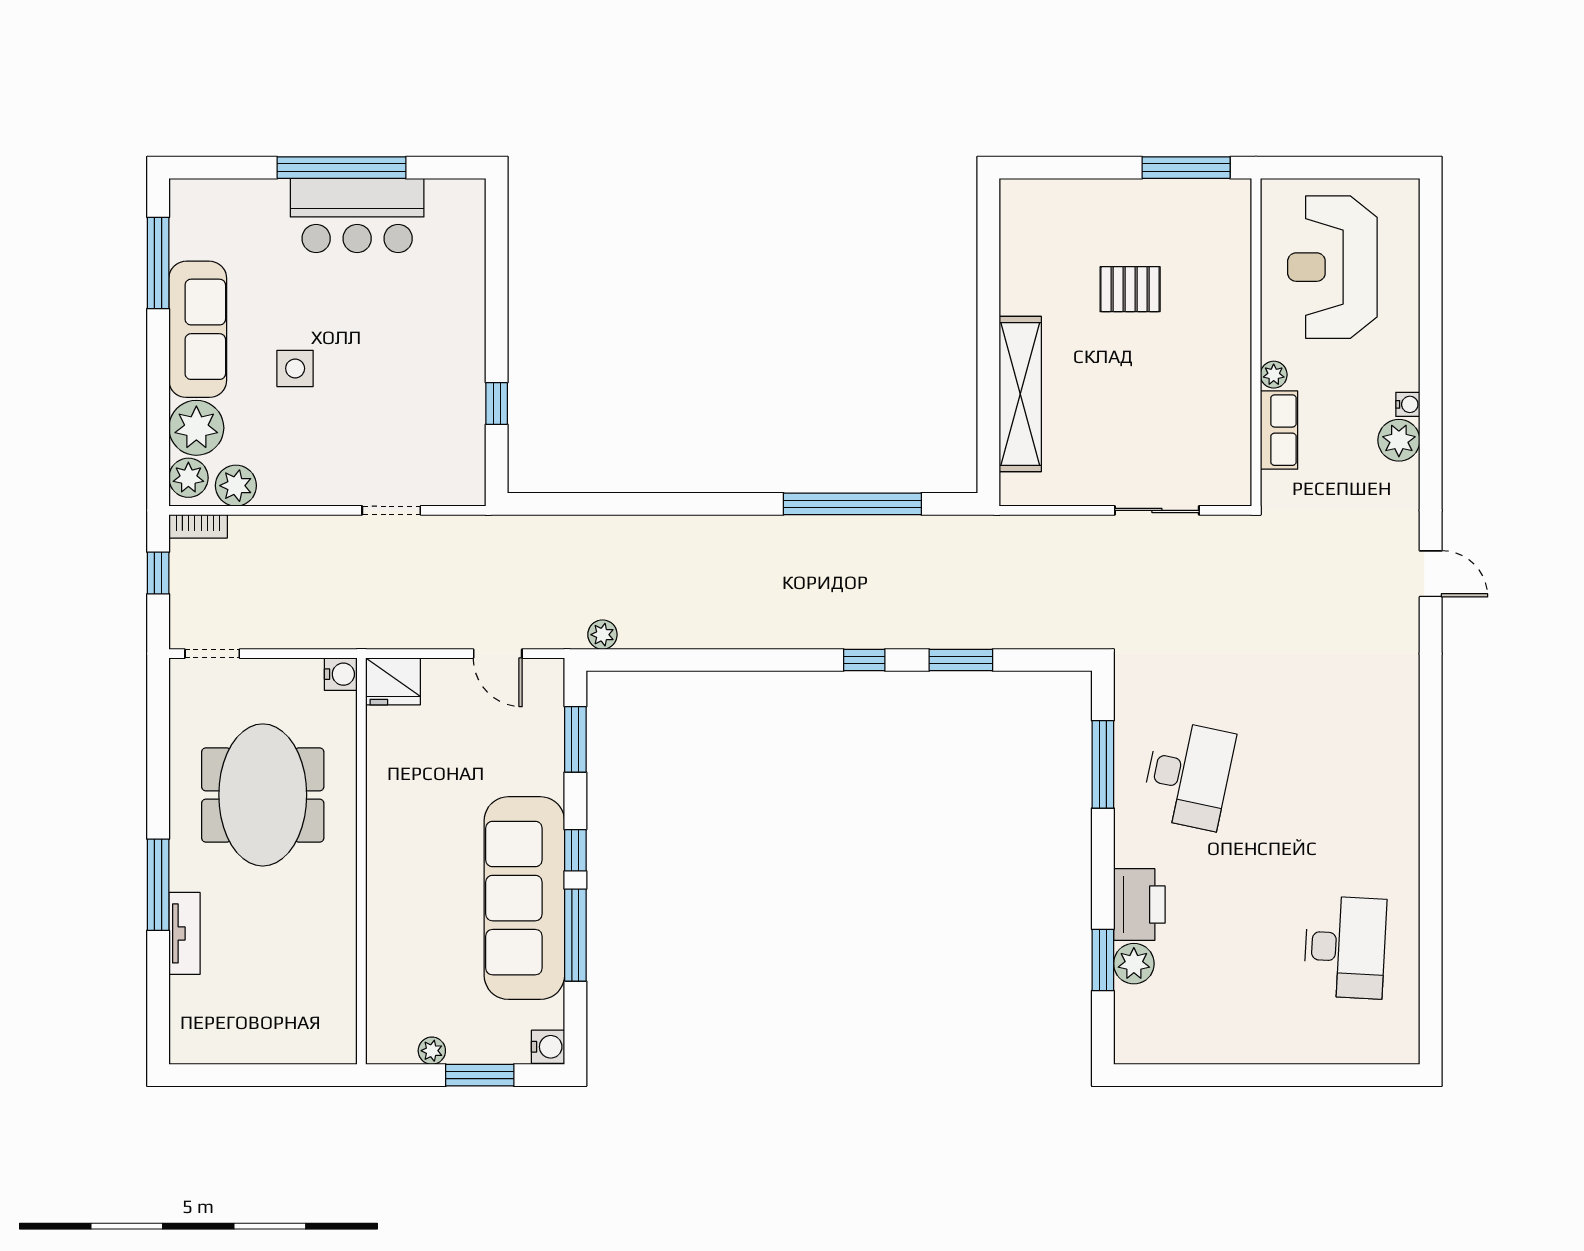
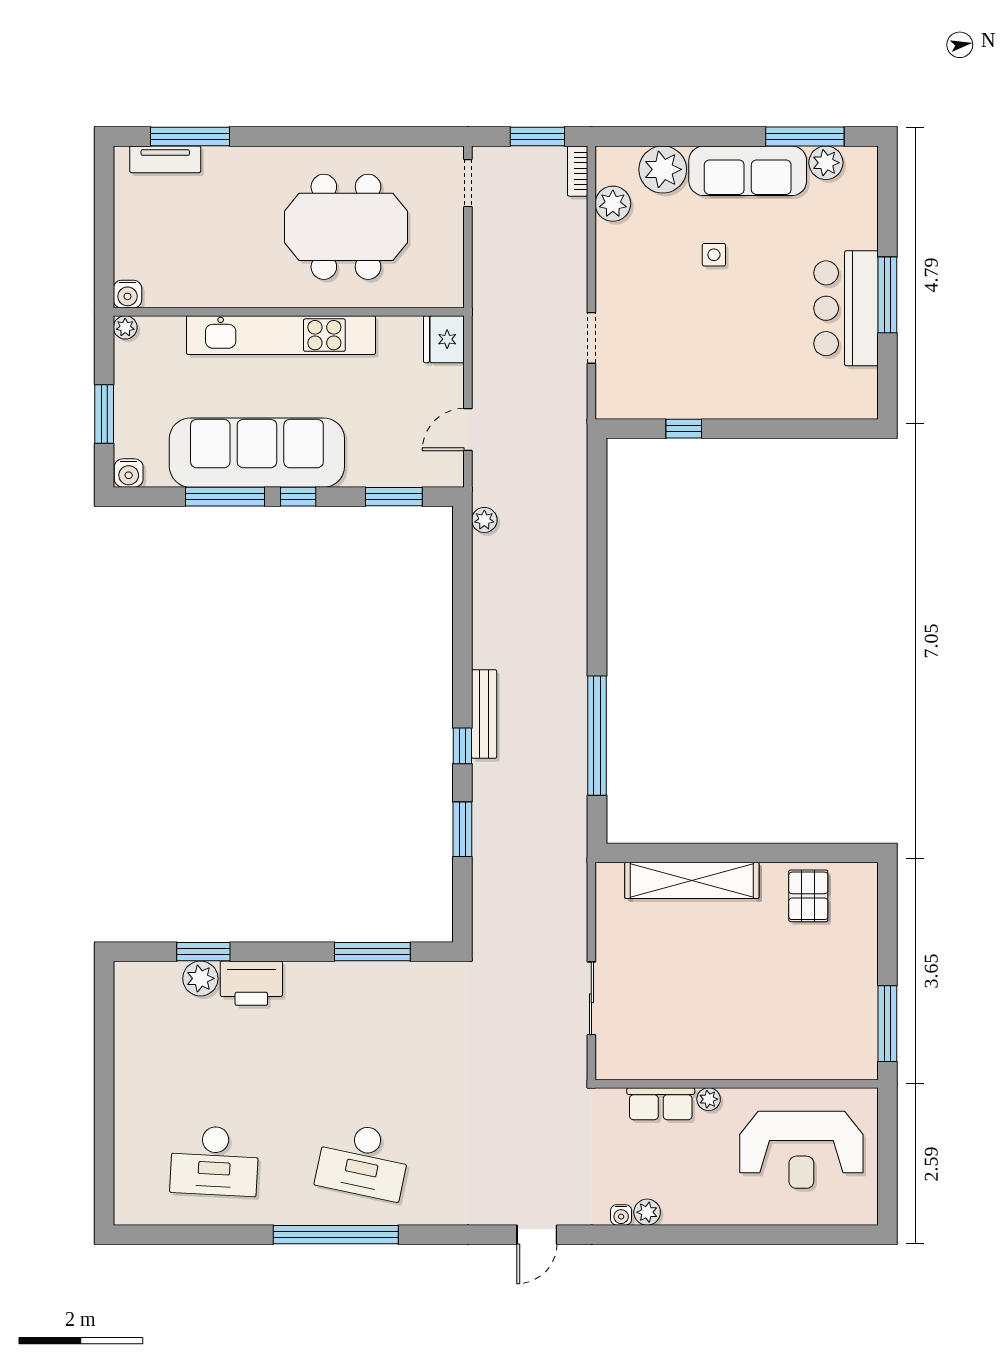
window: (342, 168) -> (887, 295), width x0.68
reception desk: (1332, 267) -> (801, 1150), turned 180
pallet: (1130, 289) -> (808, 896), moved
side table: (295, 368) -> (714, 255), width x0.73, depth x0.73
water cooler: (1408, 404) -> (621, 1215), moved
plant: (1399, 440) -> (647, 1212), width x0.73, depth x0.73
plant: (188, 478) -> (826, 163), moved
window: (158, 573) -> (537, 137), width x1.50
bench: (827, 635) -> (484, 714), added
water cooler: (341, 674) -> (128, 294), moved
desk: (1188, 775) -> (363, 1161), moved
window: (1431, 807) -> (336, 1235), added
kitchen unit: (388, 870) -> (281, 335), added
window: (158, 885) -> (190, 137), moved
tv unit: (184, 933) -> (165, 159), moved
plant: (432, 1051) -> (125, 327), moved

